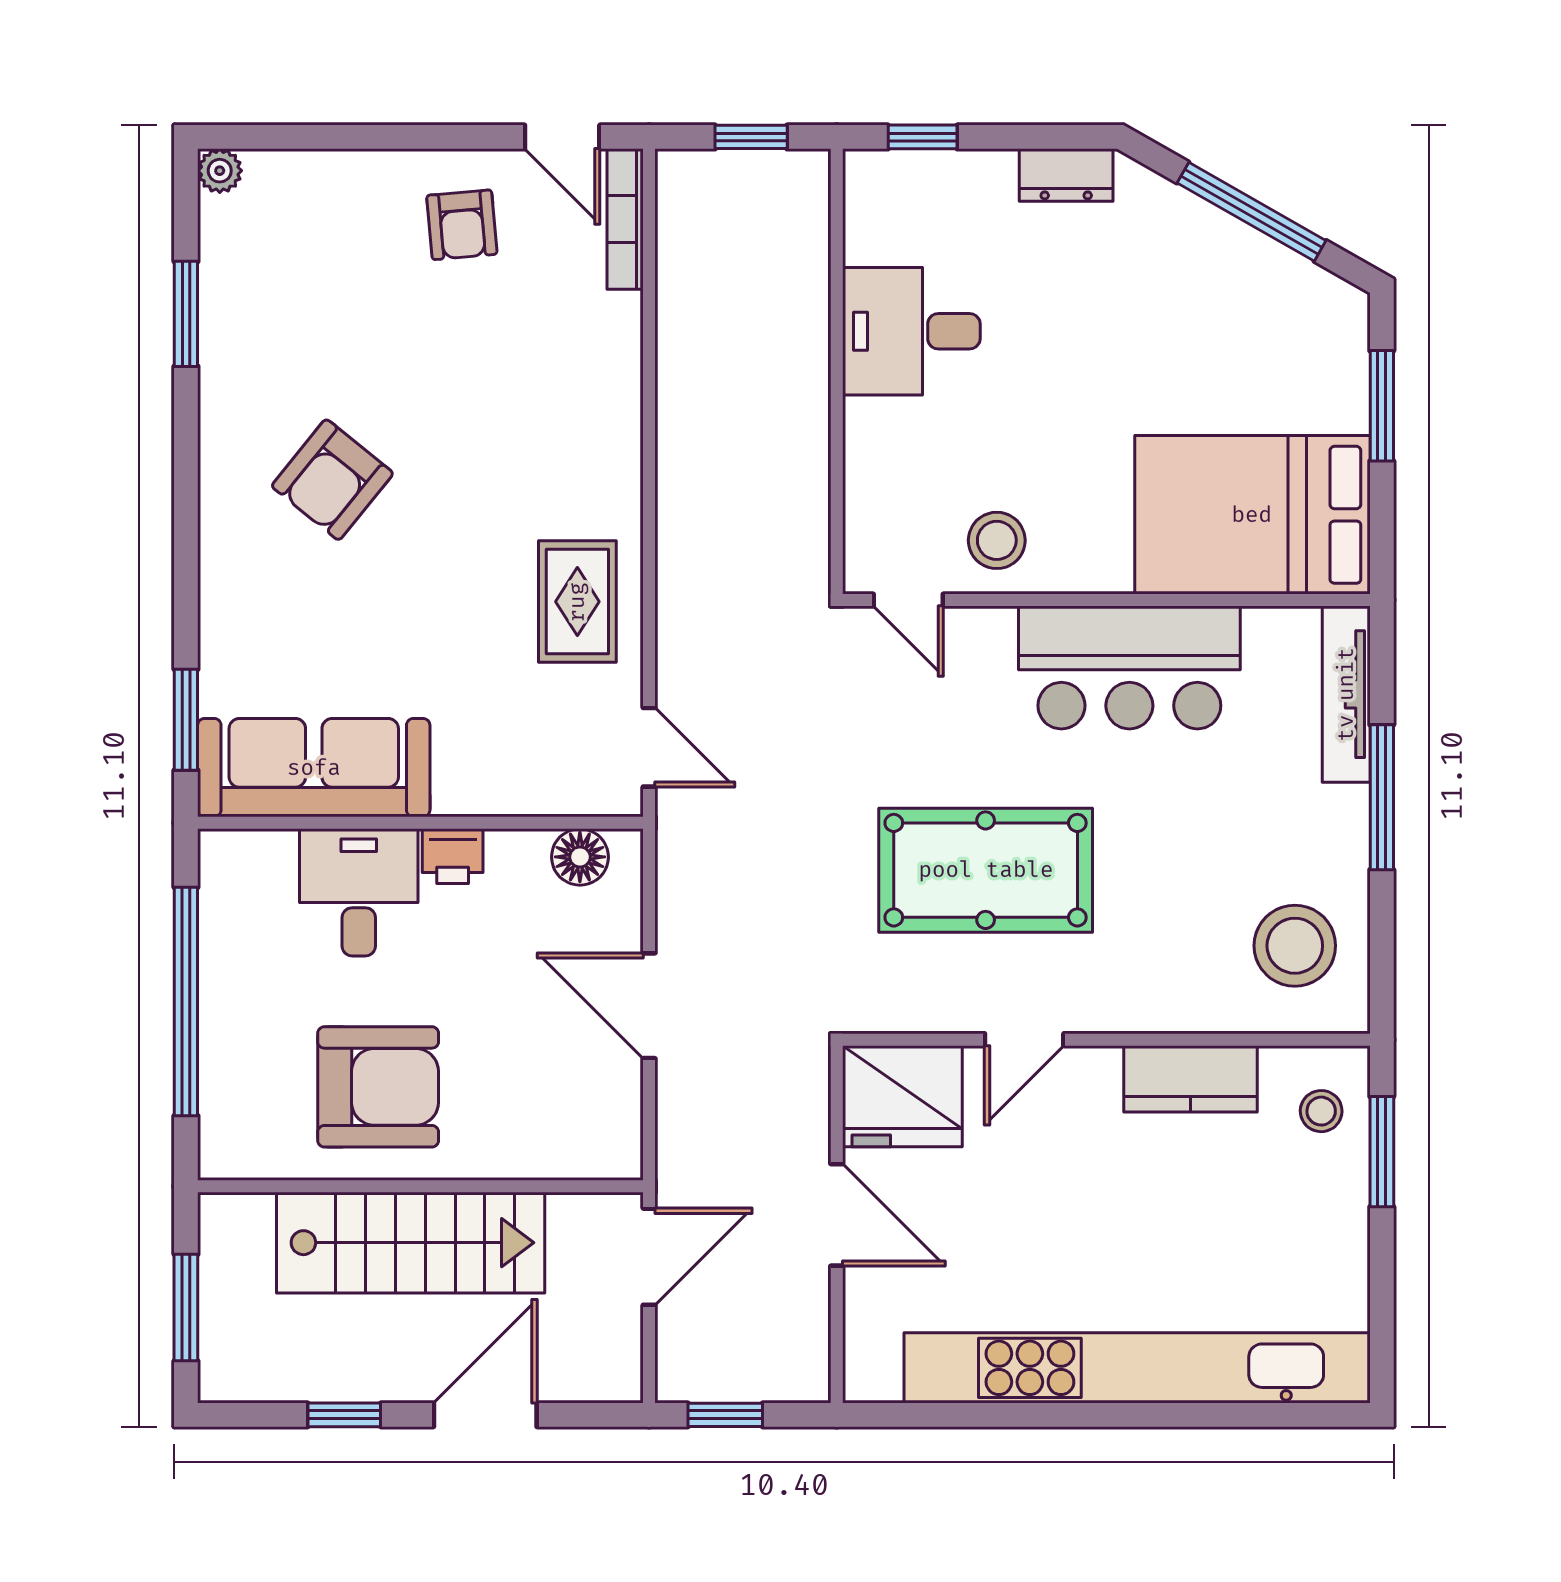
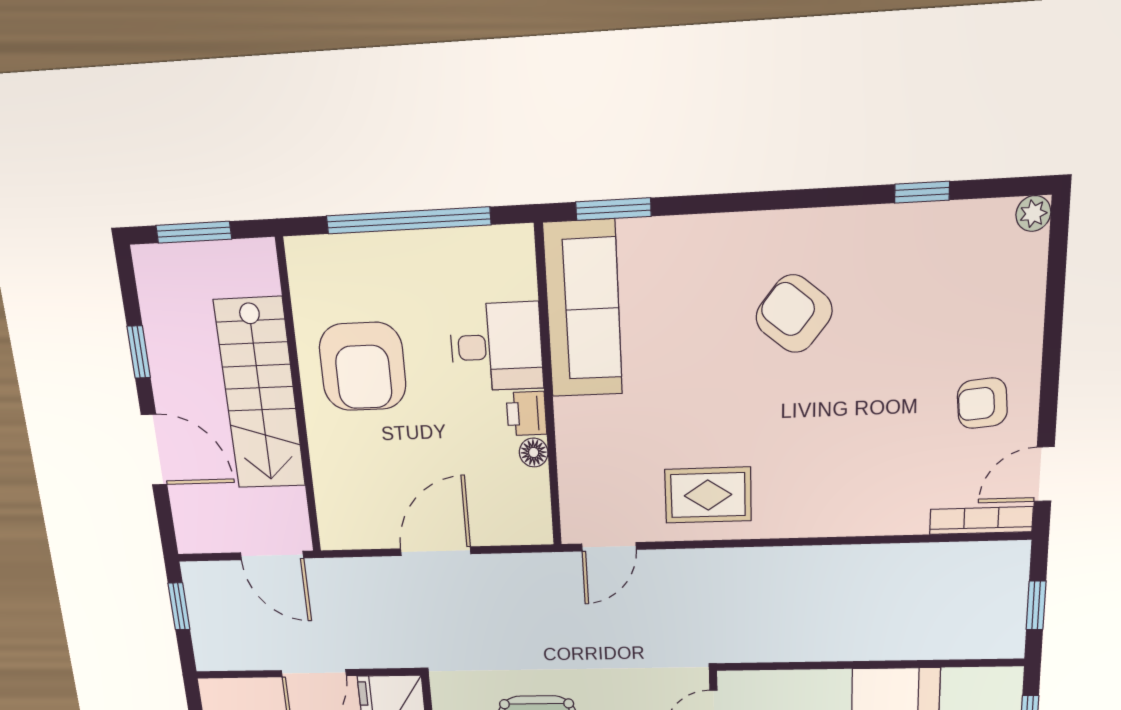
window: (186, 314) -> (922, 192), width x0.67
floor lamp: (580, 857) -> (534, 452), moved, width x0.73, depth x0.73

